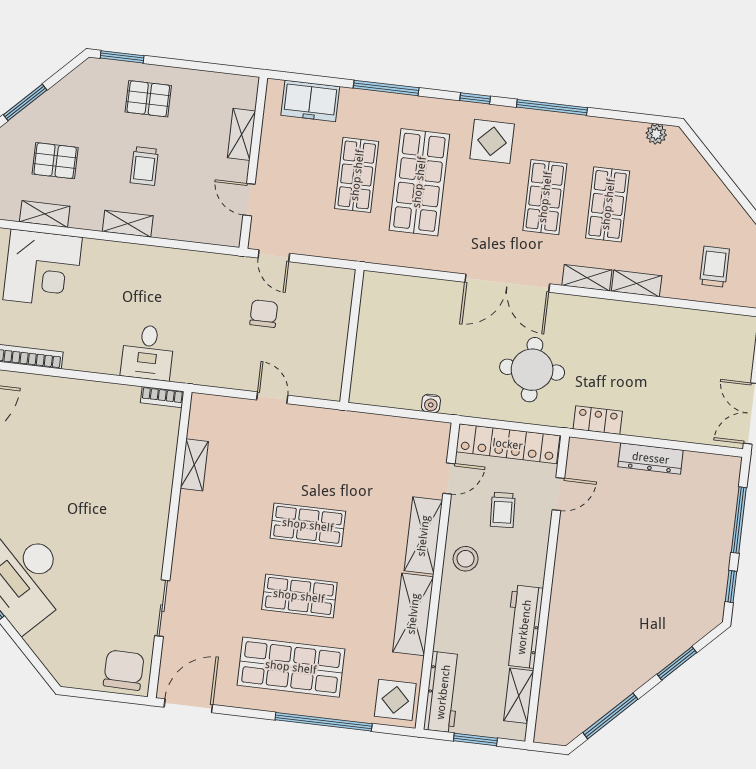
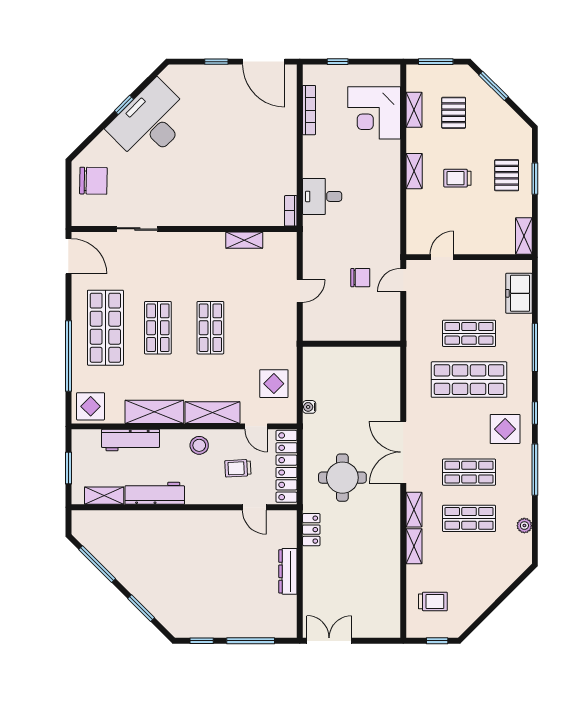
window: (122, 57) -> (535, 179), moved
shelving: (241, 134) -> (524, 236), moved, turned 90
plant: (656, 134) -> (524, 526), moved
display table: (394, 448) -> (274, 384), added
chair: (124, 670) -> (93, 181), moved
workbench: (443, 692) -> (131, 440), moved

